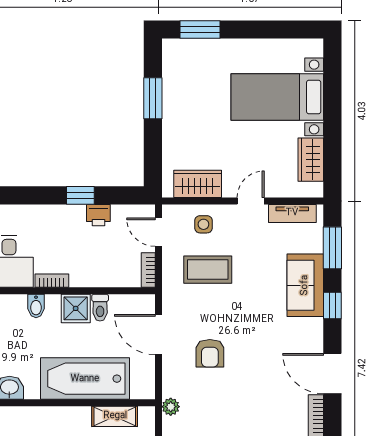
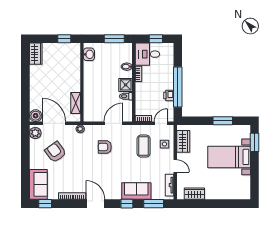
bed with nightstands: (277, 97) -> (229, 157), moved, turned -90
window: (80, 195) -> (178, 87), width x3.17
door: (332, 374) -> (95, 204), hinge flipped
bathtub: (85, 379) -> (93, 89), removed

